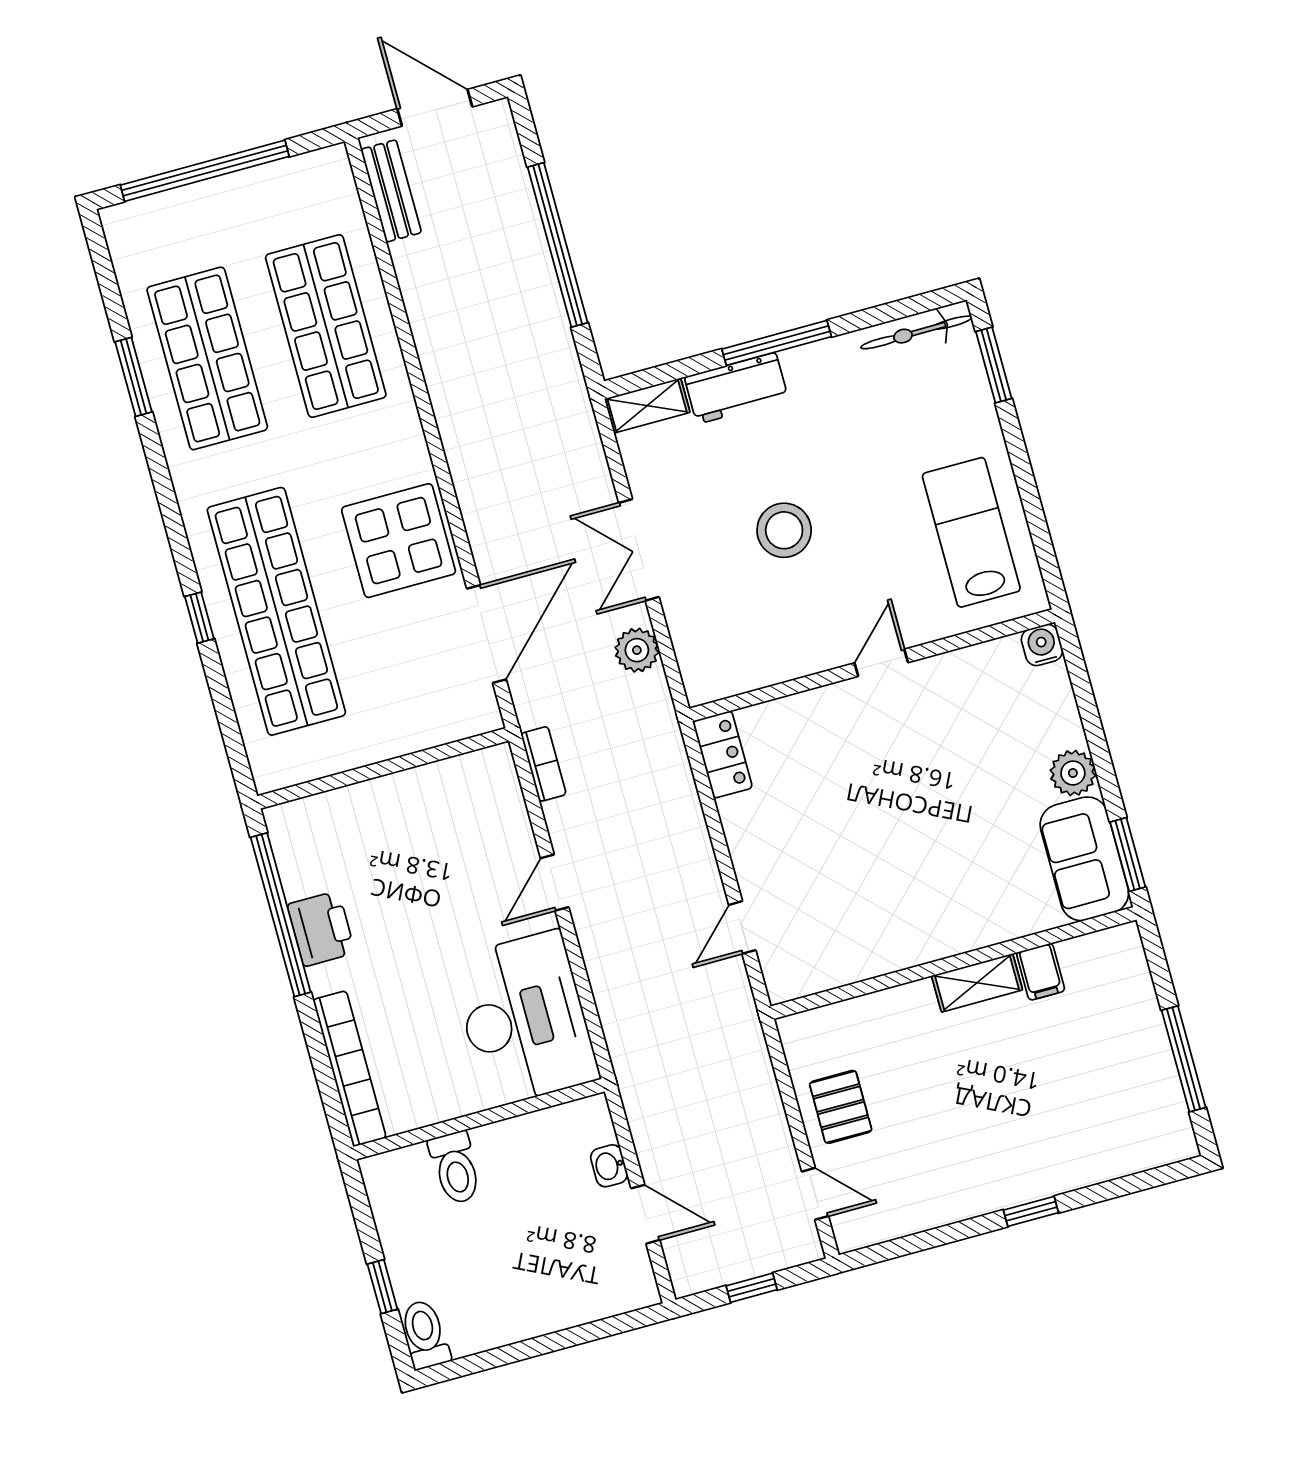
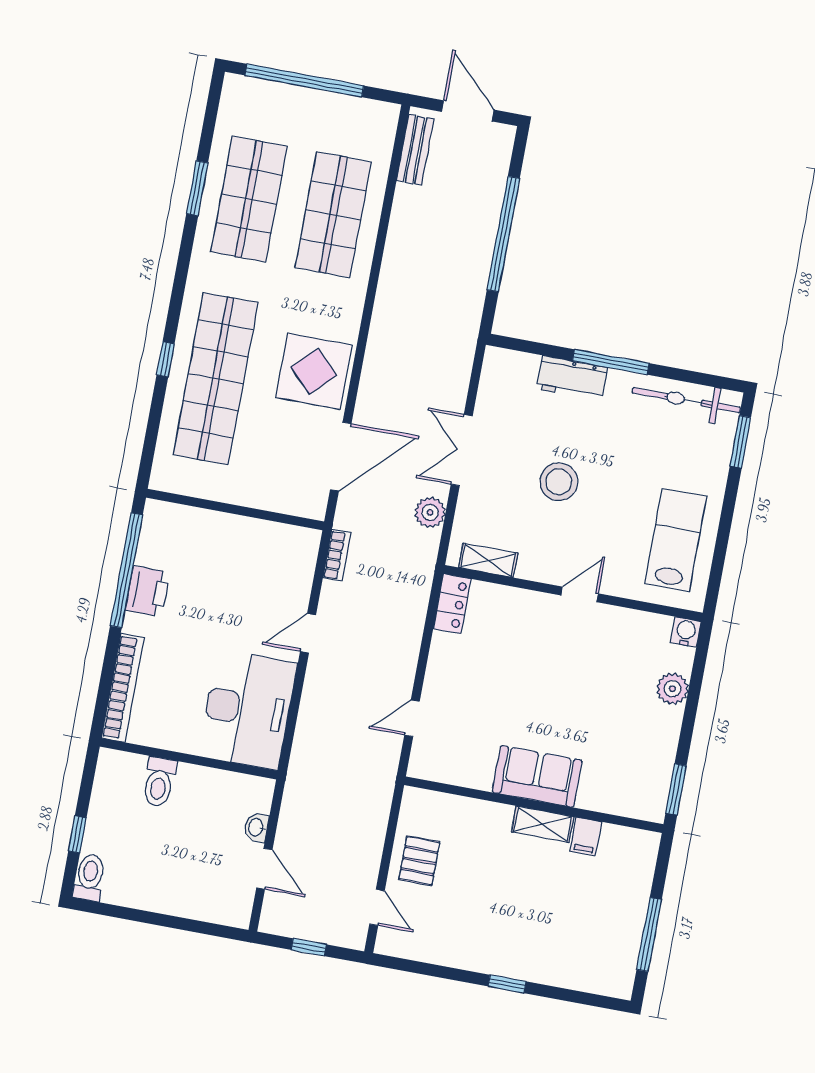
bicycle: (916, 332) -> (686, 400), width x1.37, depth x1.40
shelving: (647, 406) -> (488, 560), moved
plant: (1073, 773) -> (672, 689), moved
sofa: (1084, 859) -> (537, 776), moved, turned 90

